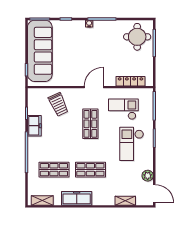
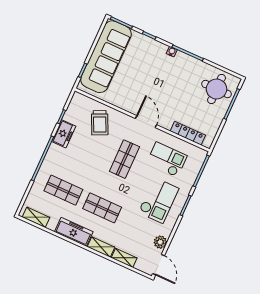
door: (94, 87) -> (146, 122), hinge flipped
checkout: (132, 144) -> (159, 200), turned 180
shelving: (103, 200) -> (101, 247), added

